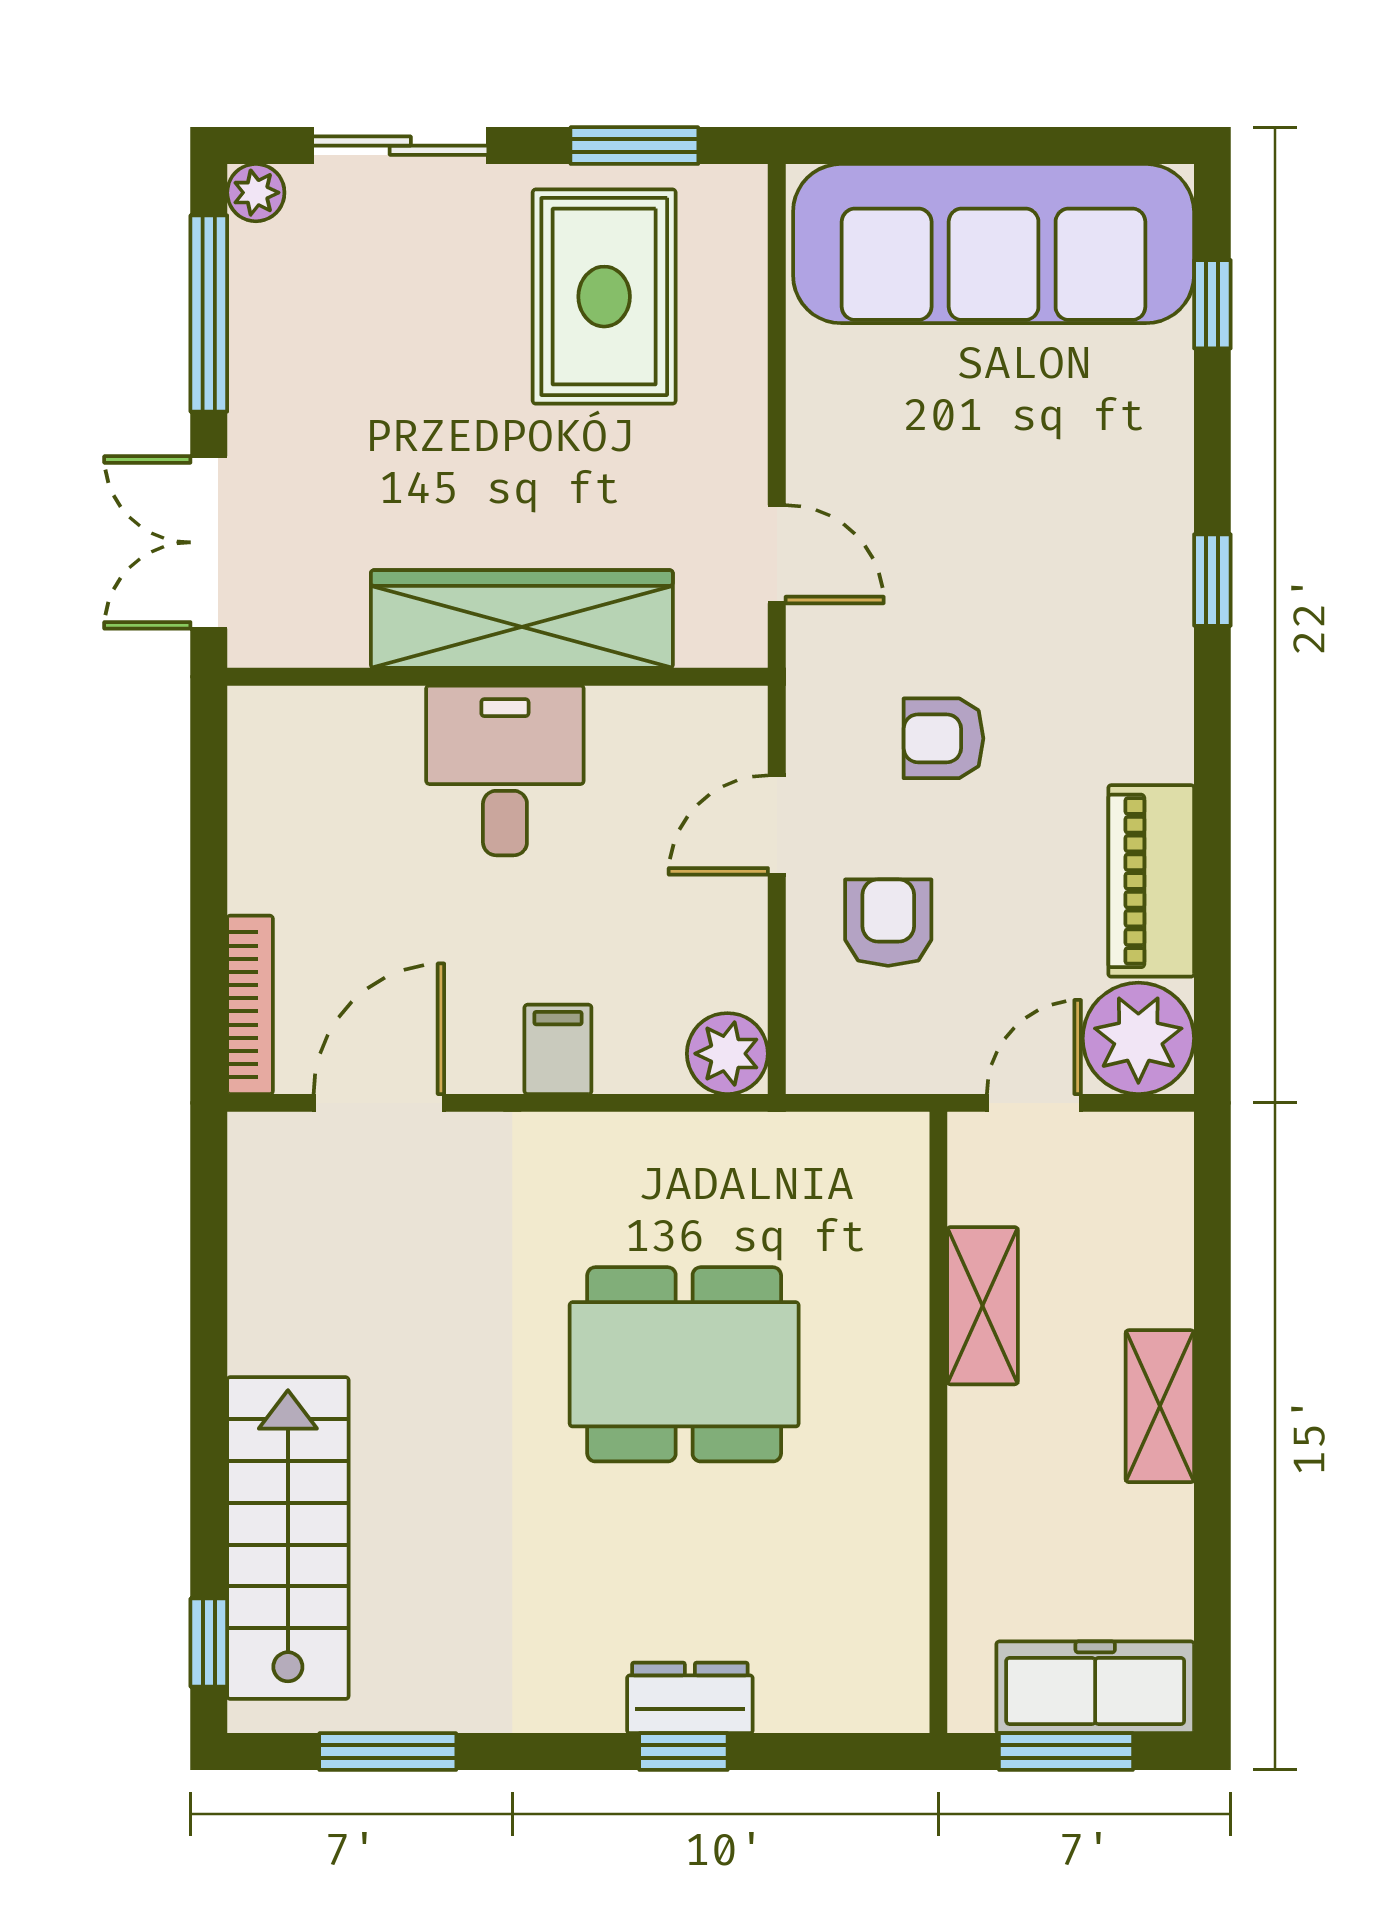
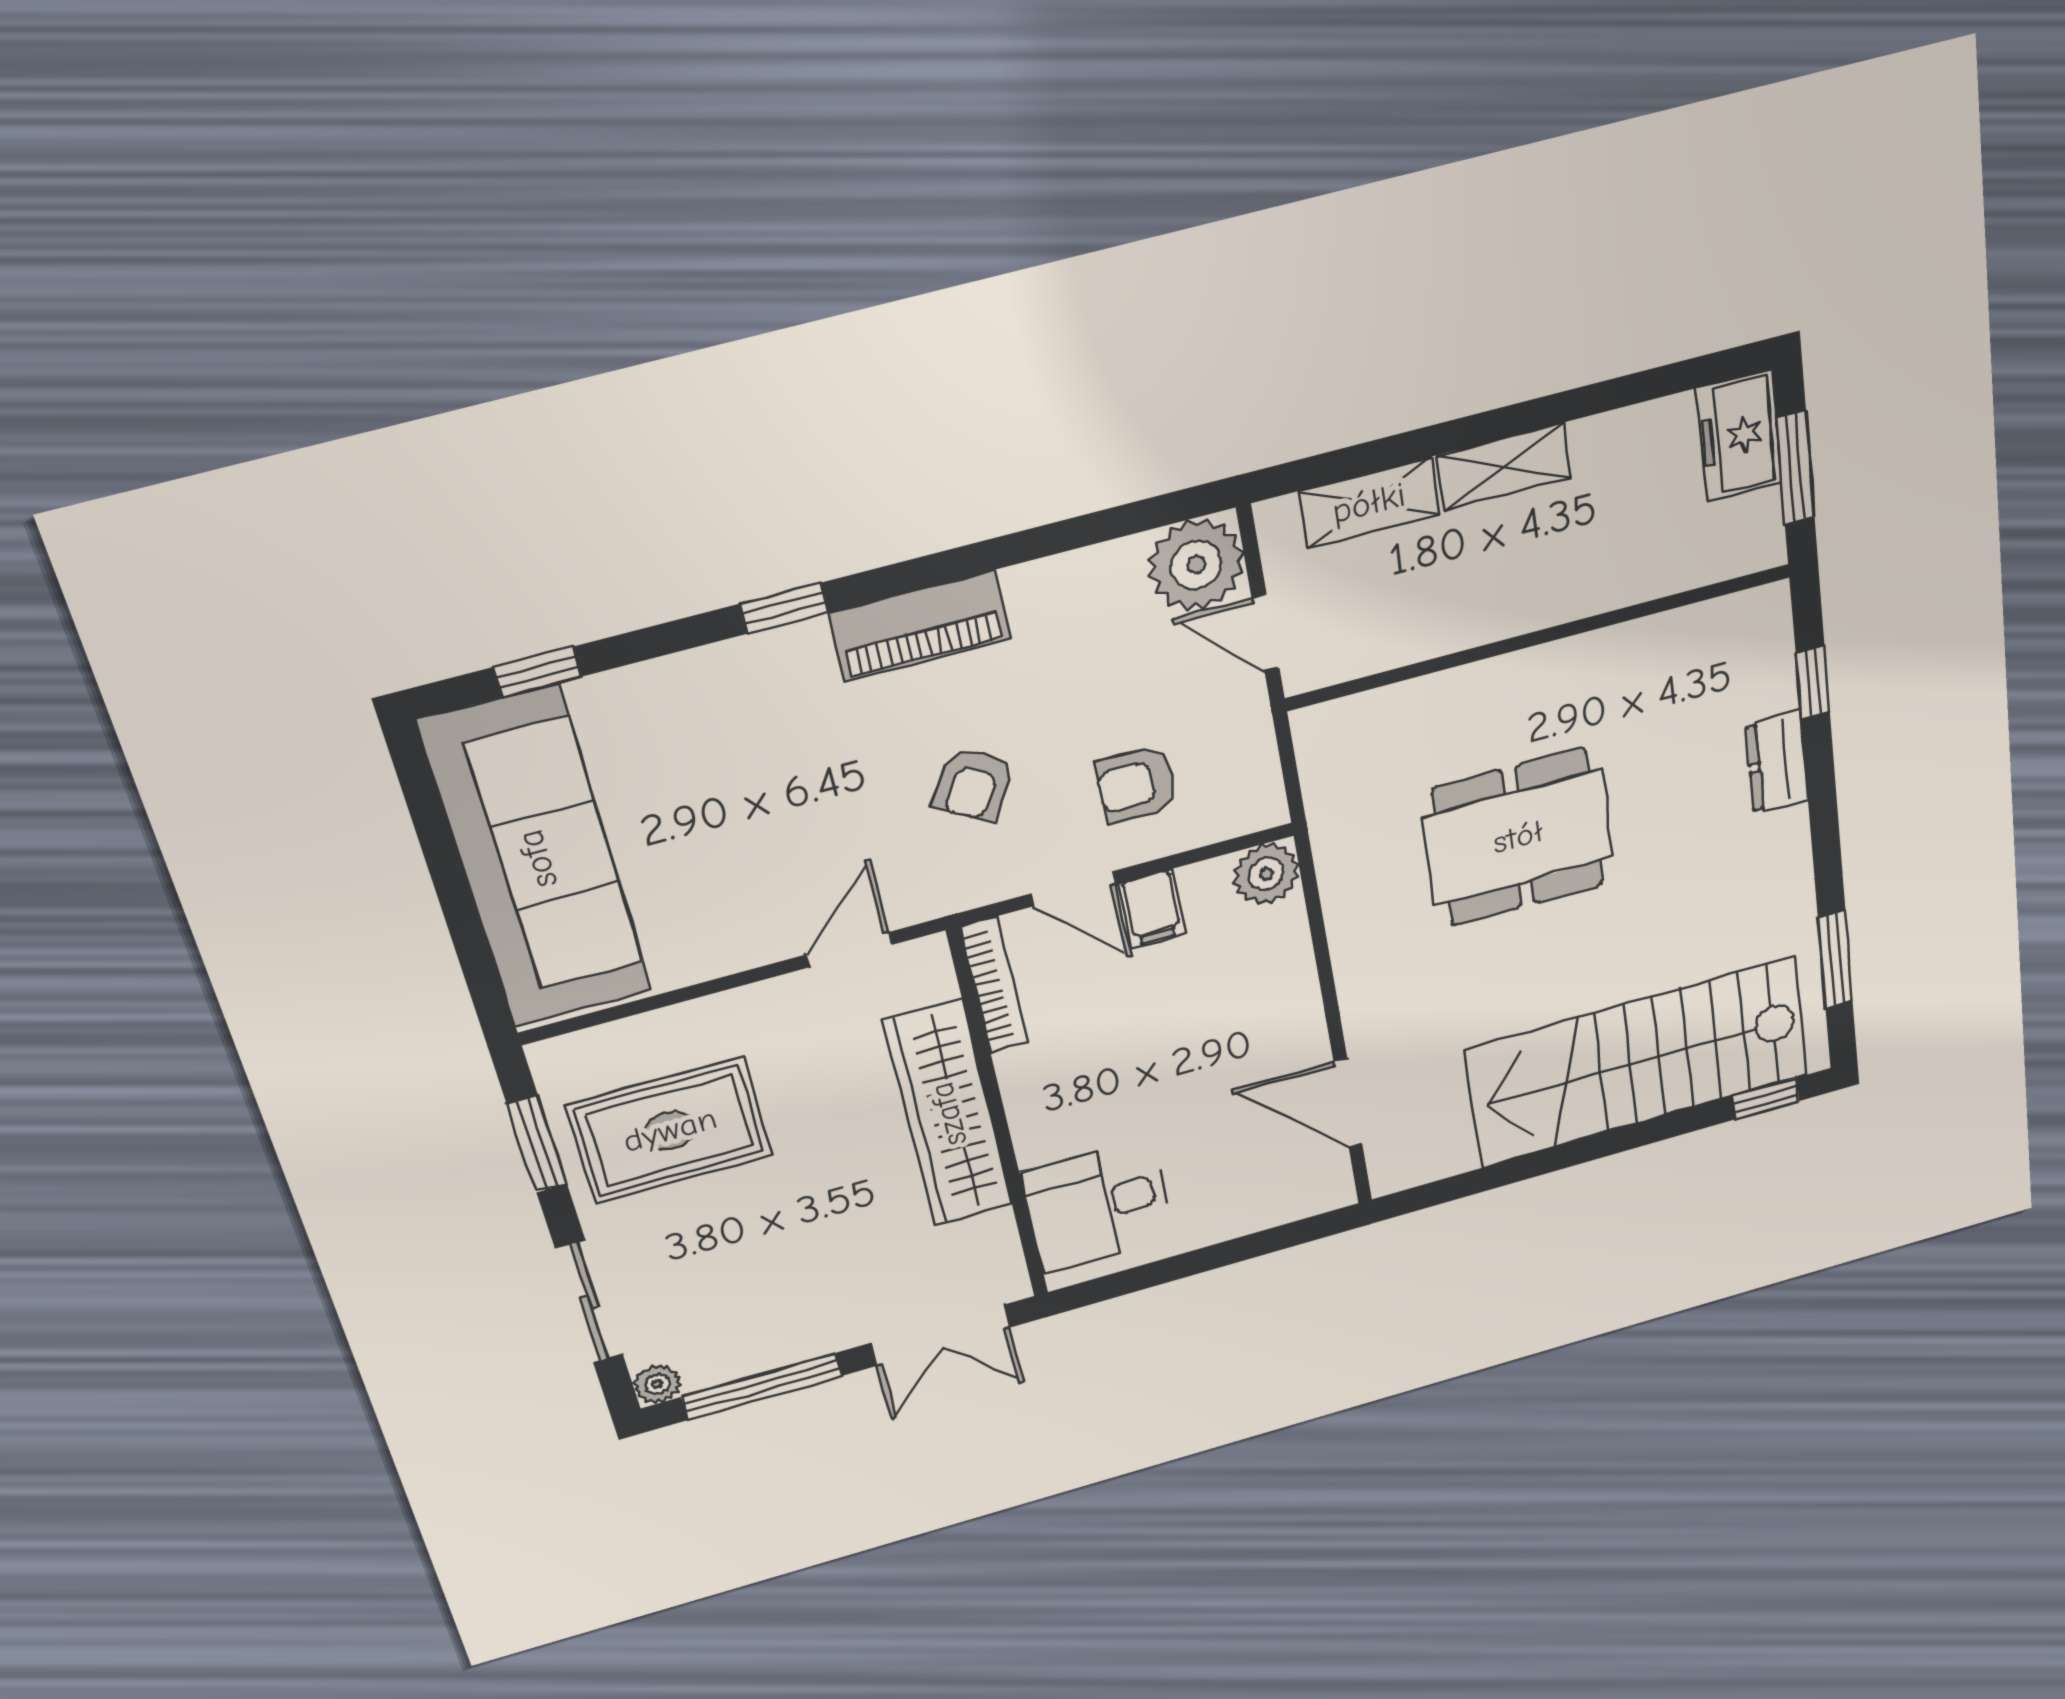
armchair: (943, 738) -> (973, 784), turned 30
desk: (505, 770) -> (1098, 1205), moved
piano: (1151, 881) -> (920, 626), moved
bookcase: (250, 1005) -> (994, 985), moved, turned 90
filing cabinet: (558, 1049) -> (1152, 908), moved, turned -90
shelving: (983, 1306) -> (1369, 503), moved
dining table: (684, 1364) -> (1518, 837), turned 90
stairs: (288, 1538) -> (1638, 1062), width x1.36, depth x1.51
freezer: (1095, 1687) -> (1739, 436), width x0.71
window: (683, 1752) -> (1813, 682), moved

